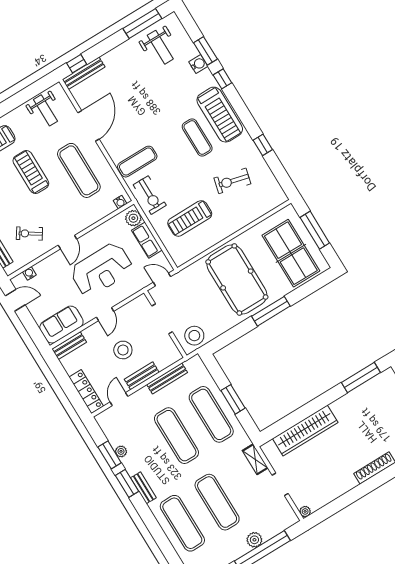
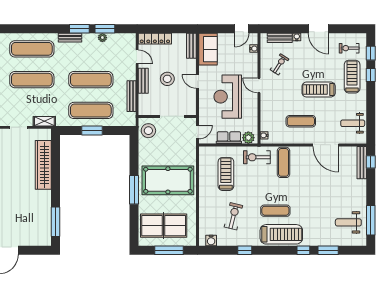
water cooler: (198, 64) -> (211, 240), moved
treadmill: (220, 115) -> (281, 234), turned 180
exercise mat: (79, 170) -> (301, 121), width x0.73, depth x0.69
treadmill: (31, 172) -> (319, 90), turned 180

